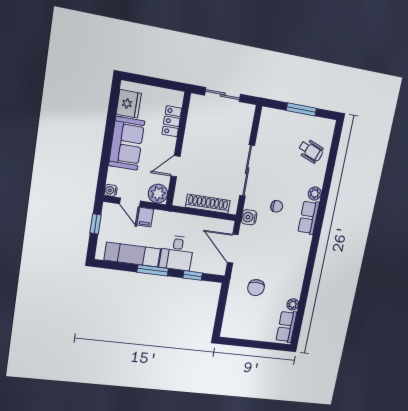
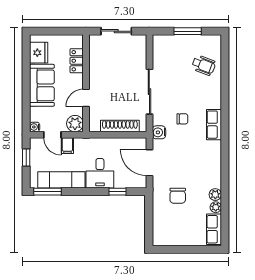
plant: (315, 194) -> (215, 195), moved
window: (153, 270) -> (48, 192), moved

